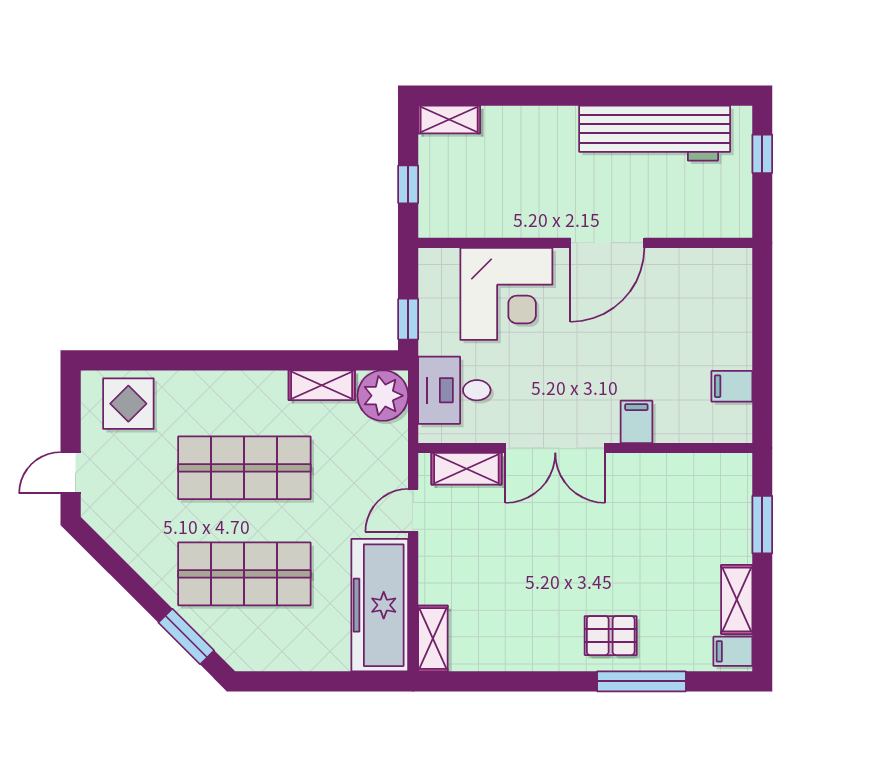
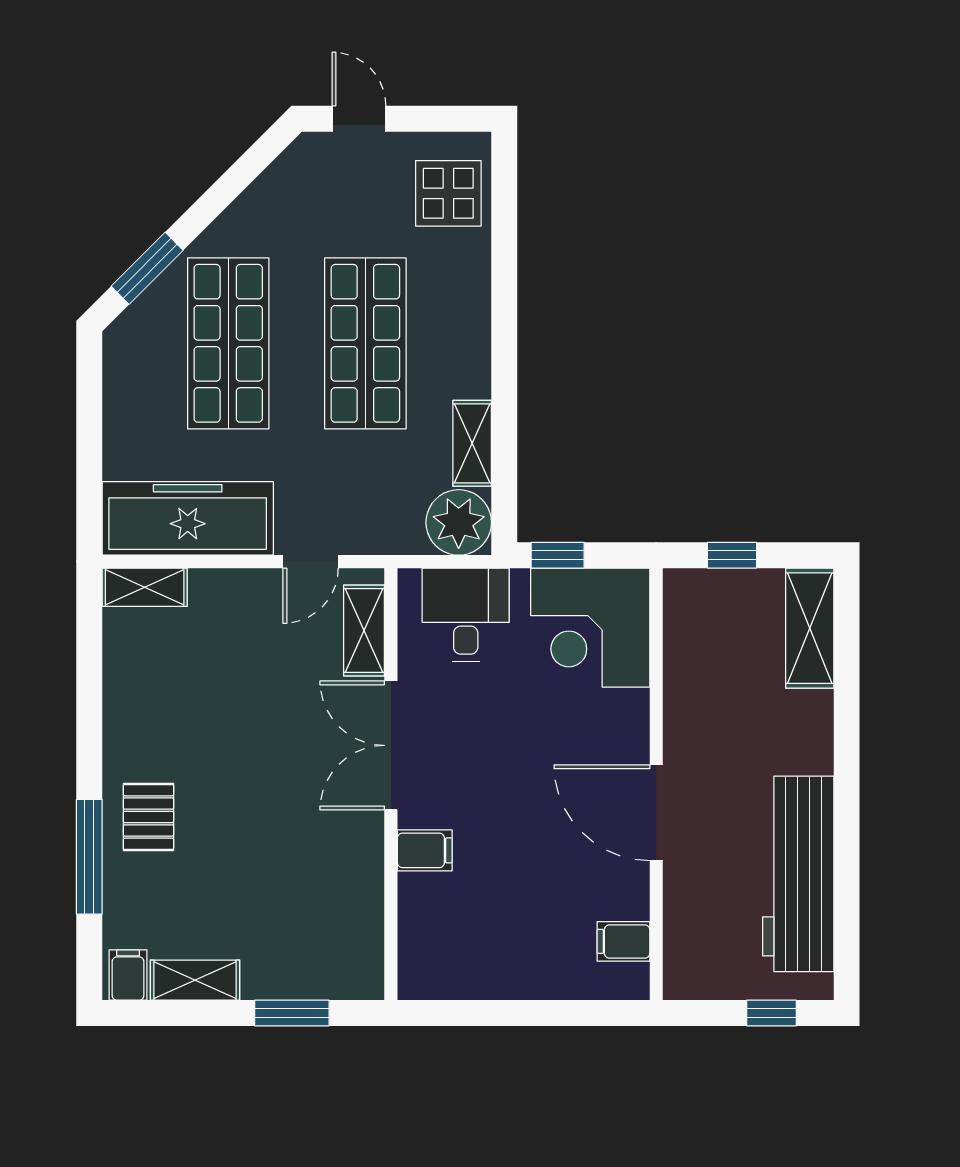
shelving: (449, 119) -> (810, 628), width x1.50, depth x1.33
corner desk: (506, 294) -> (590, 628), moved
filing cabinet: (732, 386) -> (623, 941), moved, turned -90
door: (413, 510) -> (311, 562), swing flipped

